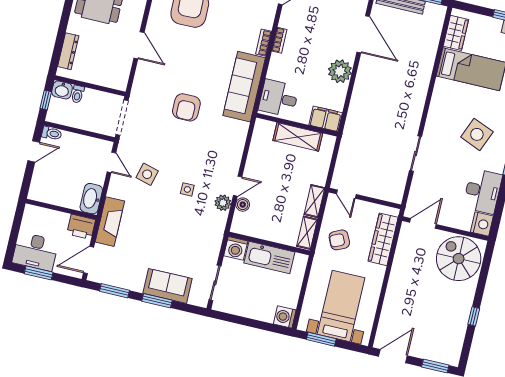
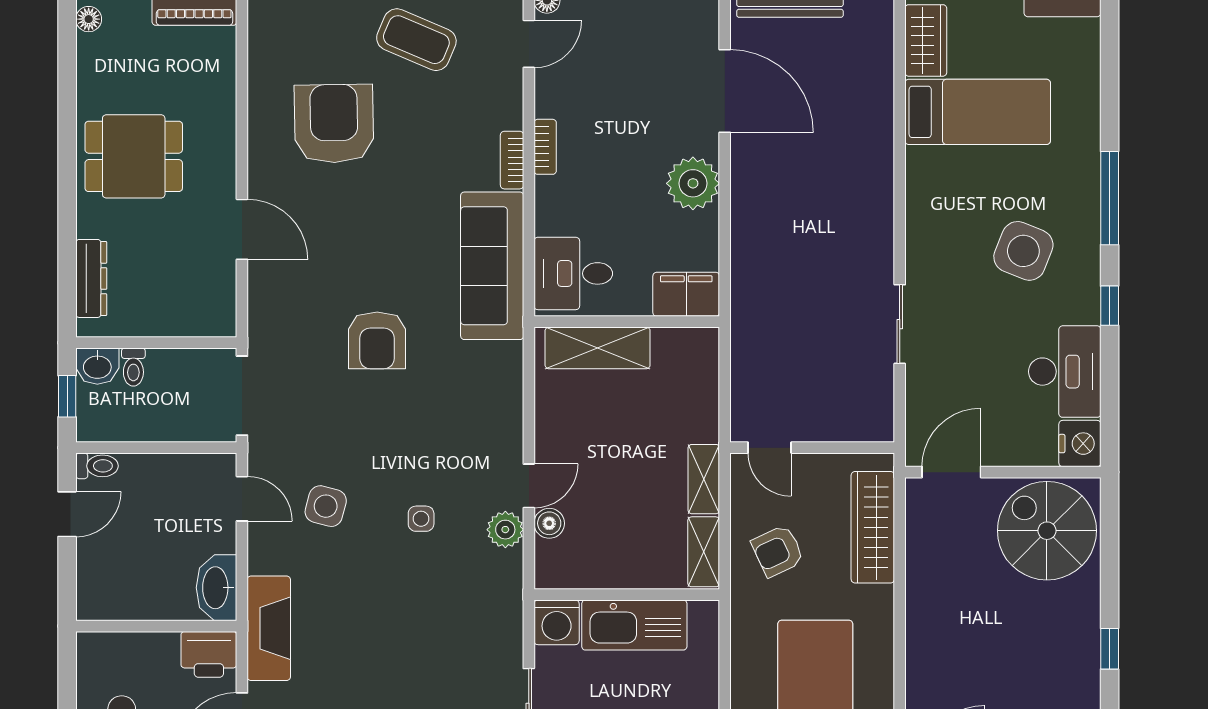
shelving: (298, 137) -> (598, 348), moved

